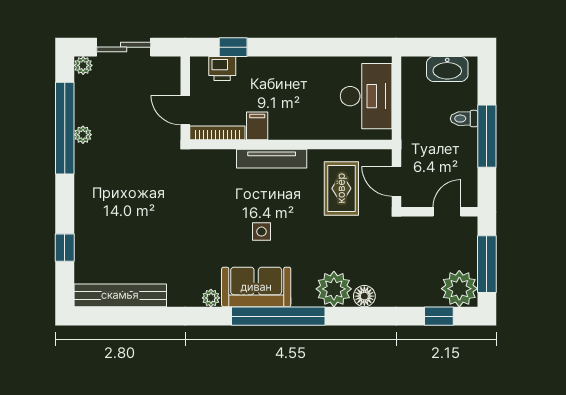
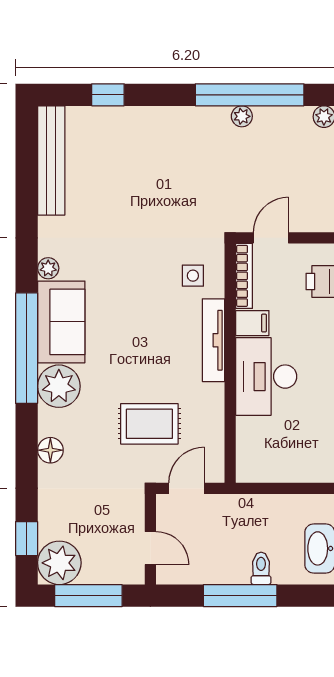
desk: (366, 96) -> (266, 377), moved, turned 90
rug: (341, 188) -> (149, 424), moved
side table: (262, 232) -> (193, 276), moved
plant: (334, 289) -> (59, 386), moved

